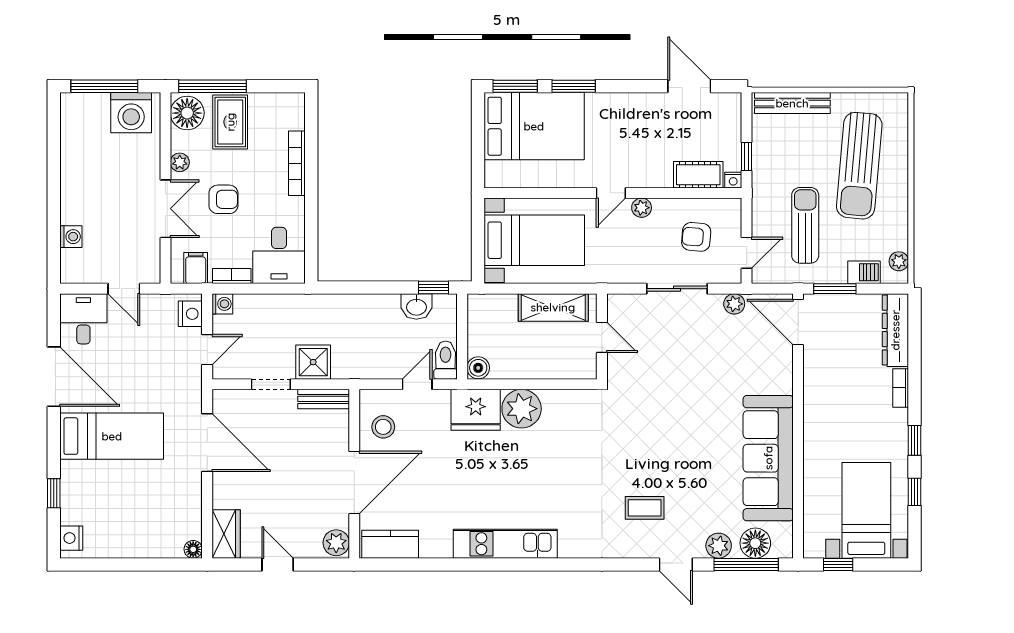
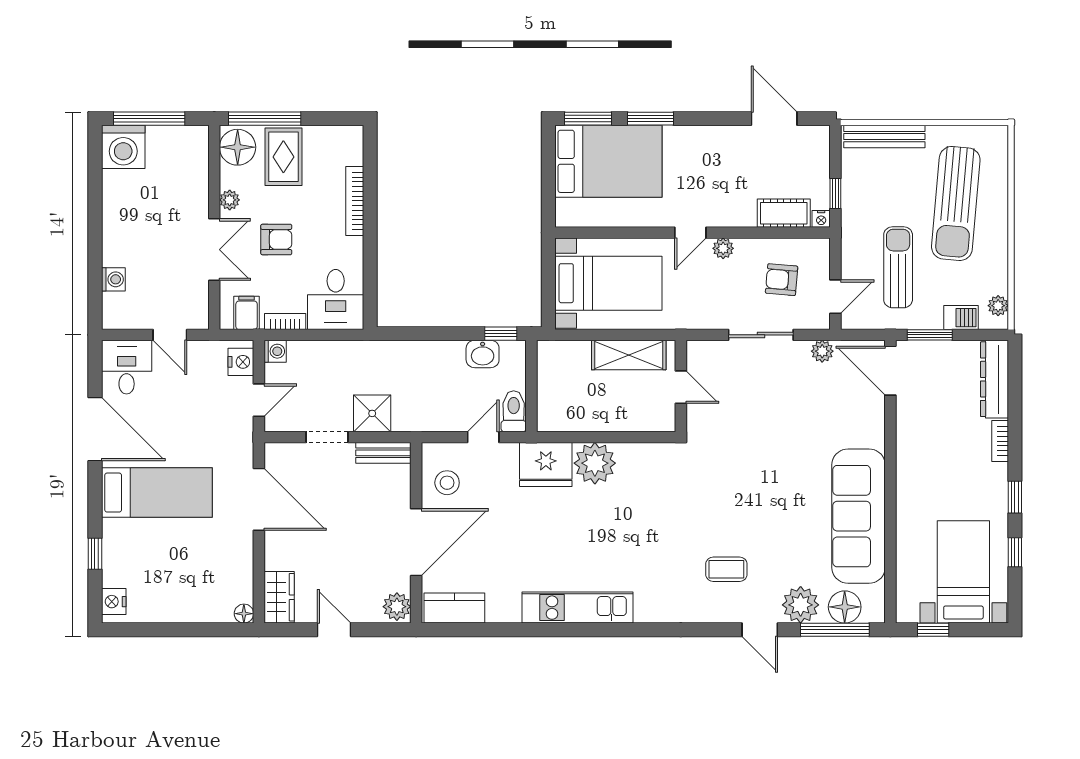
washing machine: (131, 113) -> (123, 147), moved
boiler: (478, 368) -> (549, 420), removed
plant: (719, 546) -> (801, 605), width x1.36, depth x1.36

